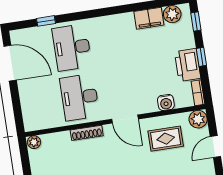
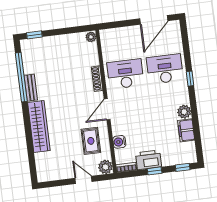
plant: (172, 14) -> (184, 112), moved
window: (46, 21) -> (190, 79), moved

